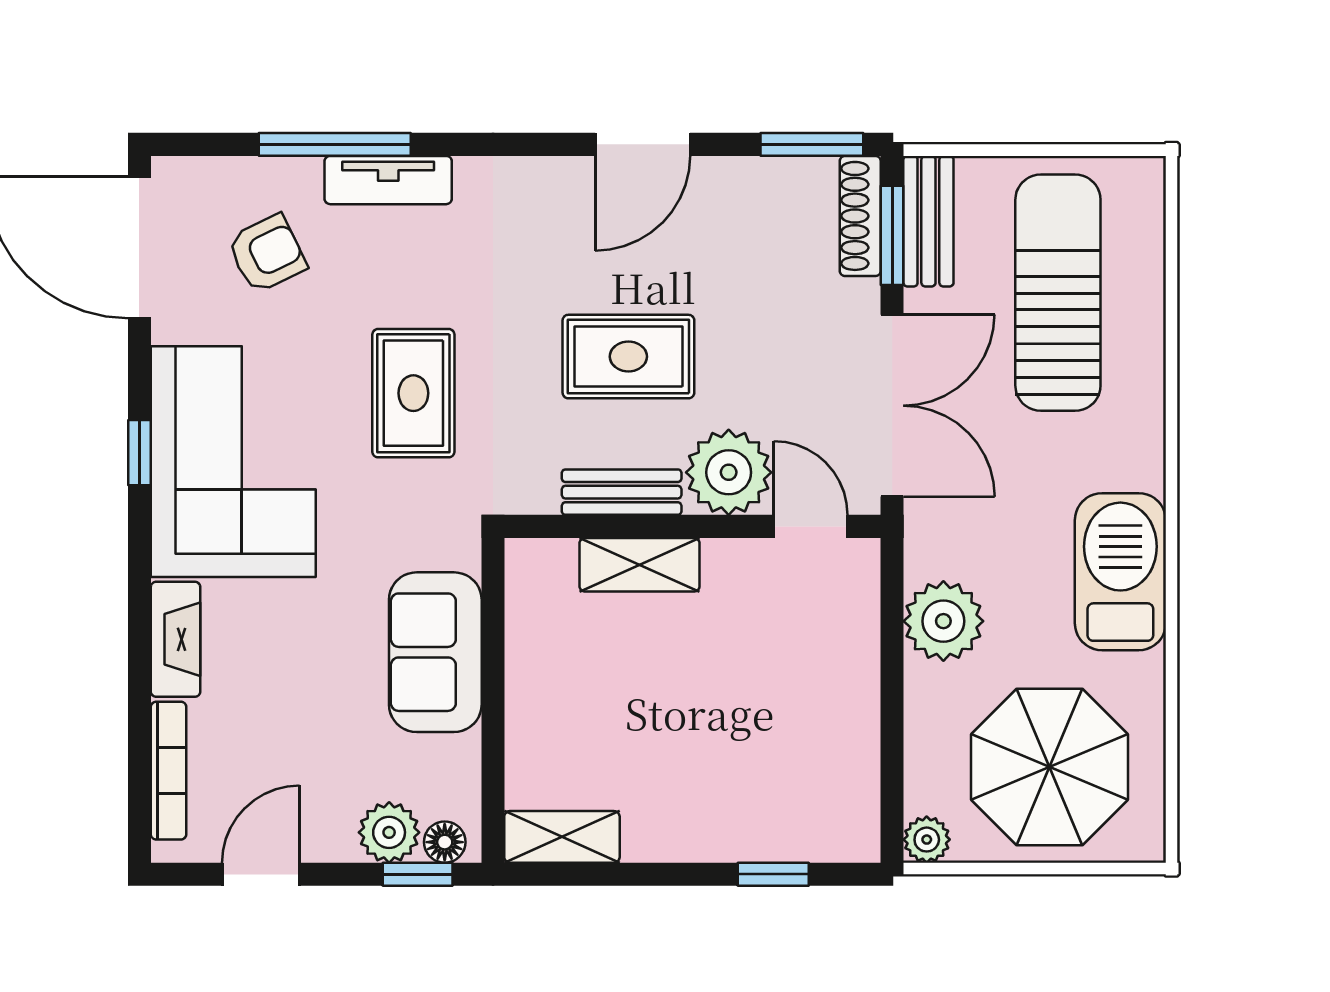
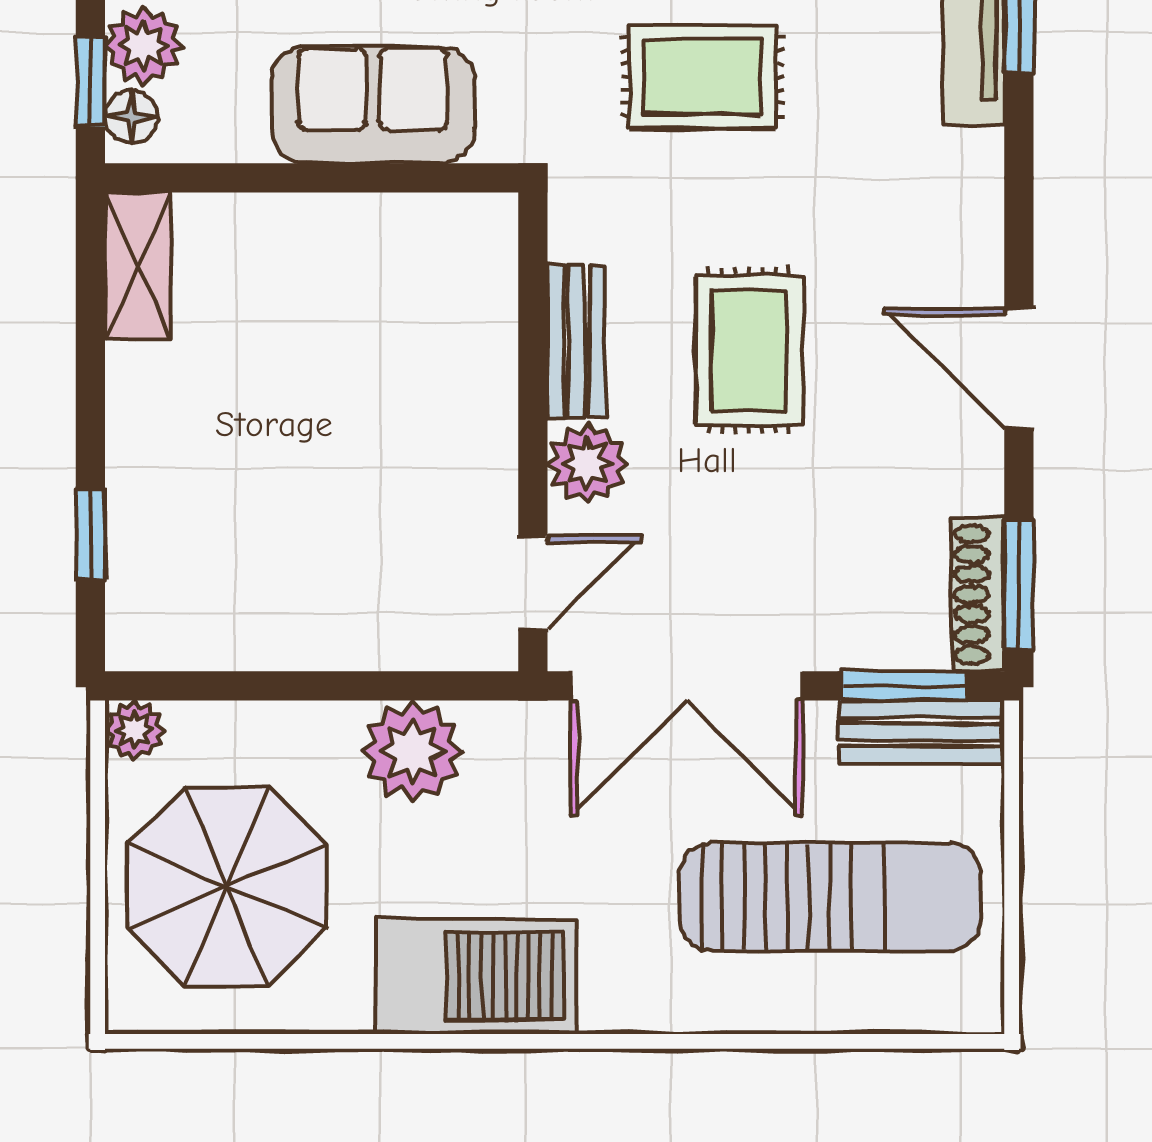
shoe rack: (860, 216) -> (978, 594), moved, turned -90
plant: (729, 472) -> (587, 463), width x0.73, depth x0.73
shelving: (640, 565) -> (484, 364), removed

